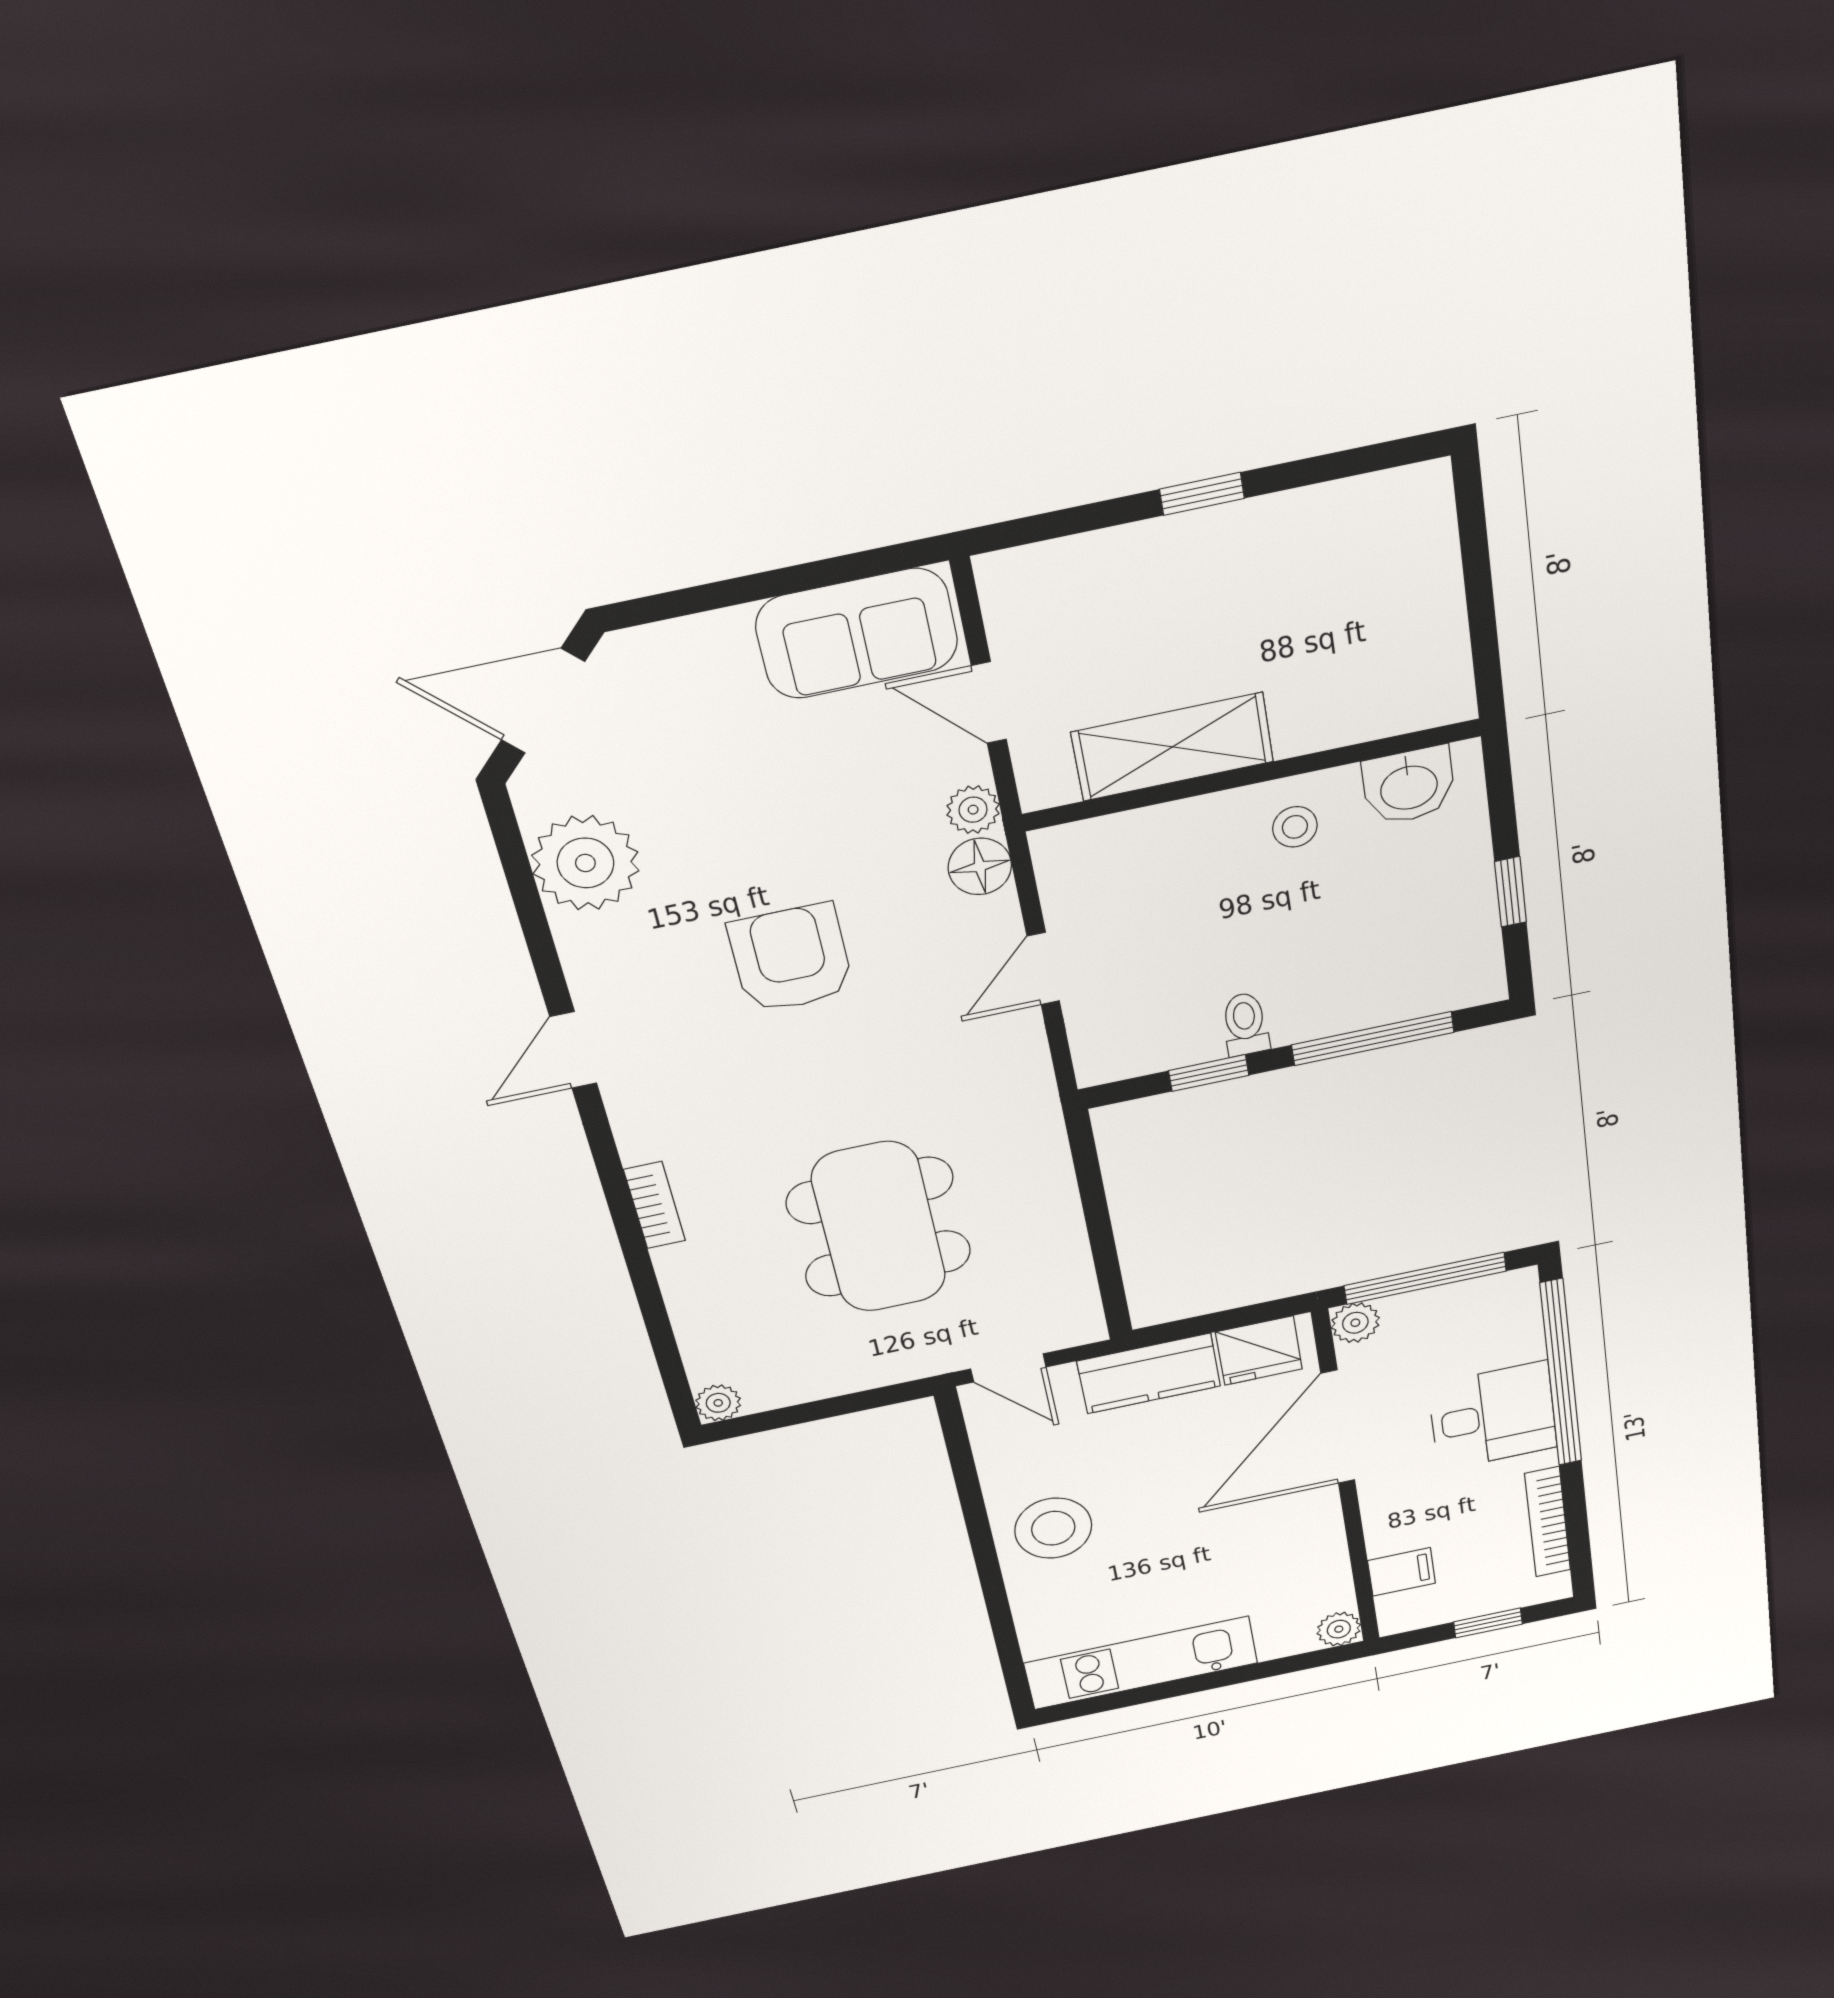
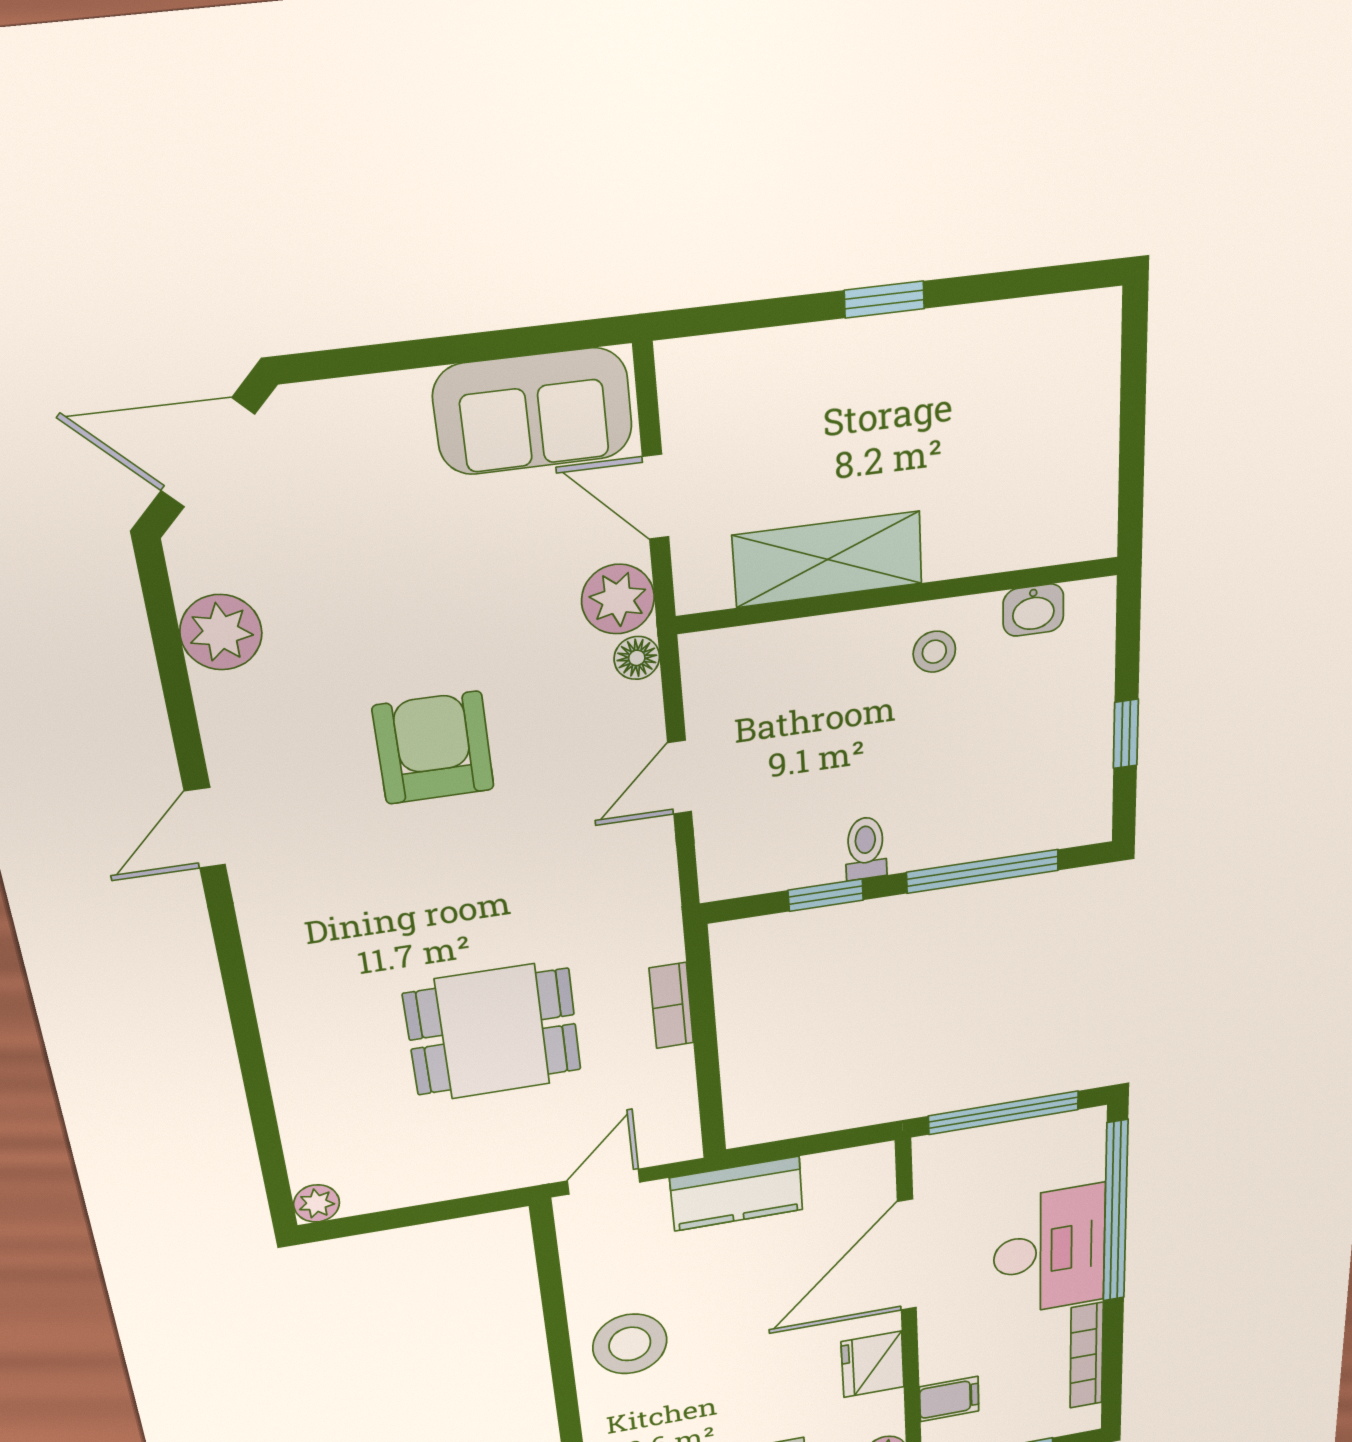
washbasin: (1409, 786) -> (1033, 610), width x0.72, depth x0.69
plant: (973, 810) -> (618, 599), width x1.38, depth x1.38
plant: (585, 863) -> (221, 632), width x0.73, depth x0.73
floor lamp: (980, 866) -> (637, 658), width x0.73, depth x0.73
bookcase: (655, 1205) -> (671, 1006), moved, turned 180
dining table: (879, 1227) -> (493, 1032), width x0.73
plant: (1355, 1323) -> (935, 1153), removed
fridge: (1259, 1351) -> (873, 1364), moved, turned 90
door: (1008, 1368) -> (604, 1182), swing flipped
desk: (1493, 1416) -> (1049, 1251), width x1.37

